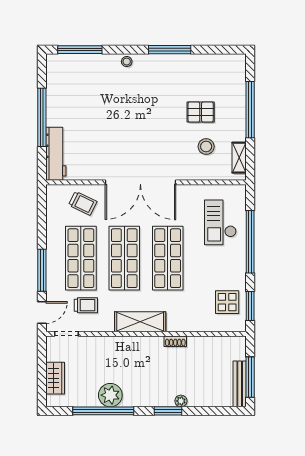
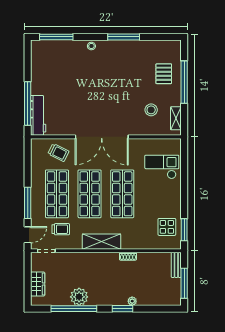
pallet: (201, 112) -> (164, 74), moved, turned 90
window: (42, 117) -> (28, 103), moved
checkout: (220, 222) -> (162, 167), turned 90
window: (250, 242) -> (184, 182), removed
bench: (240, 384) -> (176, 265), moved, width x0.73

